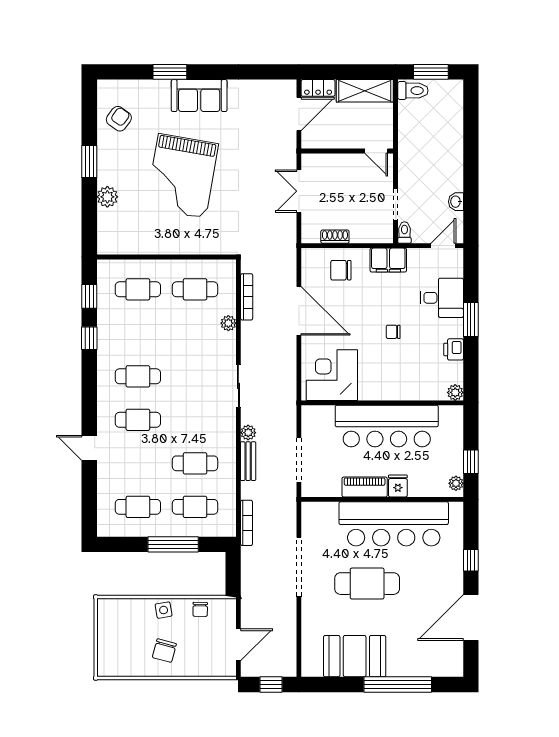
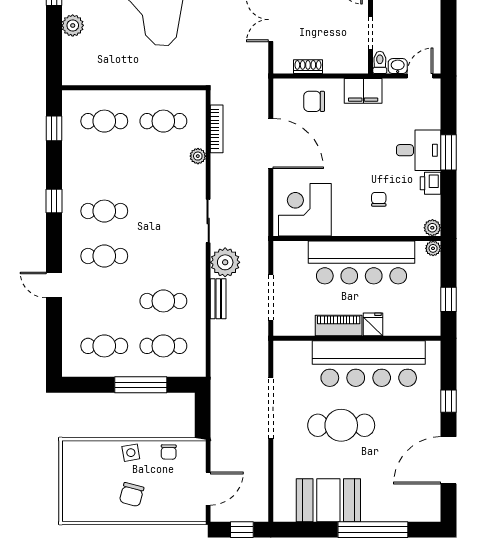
washbasin: (456, 202) -> (398, 66), moved, turned 90
desk: (442, 298) -> (419, 150), moved
chair: (393, 332) -> (379, 199), moved, turned 90
window: (89, 338) -> (54, 201), moved
plant: (248, 433) -> (225, 262), width x1.88, depth x1.88
plant: (456, 483) -> (433, 248), moved
bookcase: (246, 523) -> (217, 363), removed

